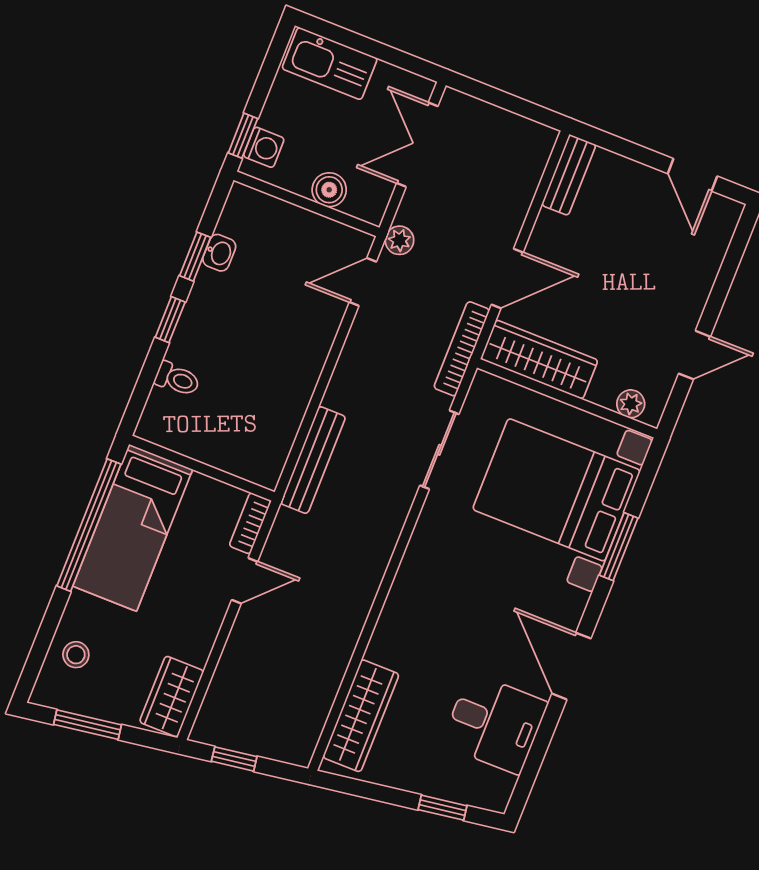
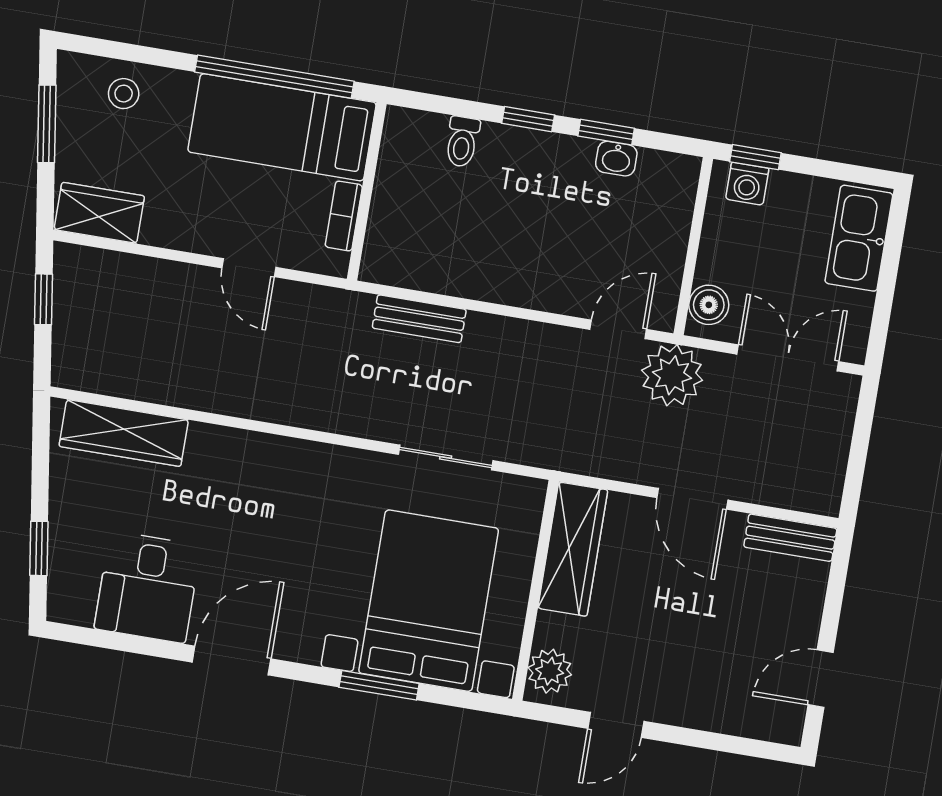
boiler: (329, 190) -> (709, 305), moved
plant: (399, 240) -> (672, 375), width x1.88, depth x1.88
door: (507, 278) -> (692, 499), moved
door: (363, 282) -> (618, 329), hinge flipped
bookcase: (462, 349) -> (566, 458), removed
door: (694, 355) -> (616, 725), hinge flipped
plant: (631, 404) -> (550, 671), width x1.38, depth x1.38
bench: (313, 460) -> (419, 319), width x0.73
bookcase: (250, 523) -> (344, 216), moved, turned -90

